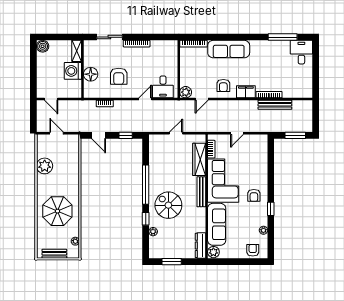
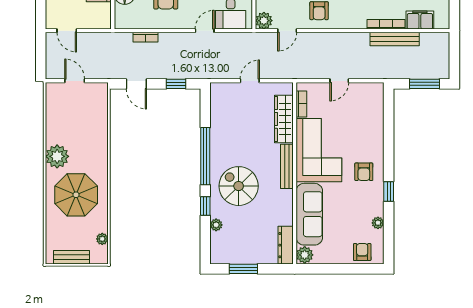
filing cabinet: (246, 92) -> (420, 20), moved
plant: (45, 166) -> (57, 156), moved

